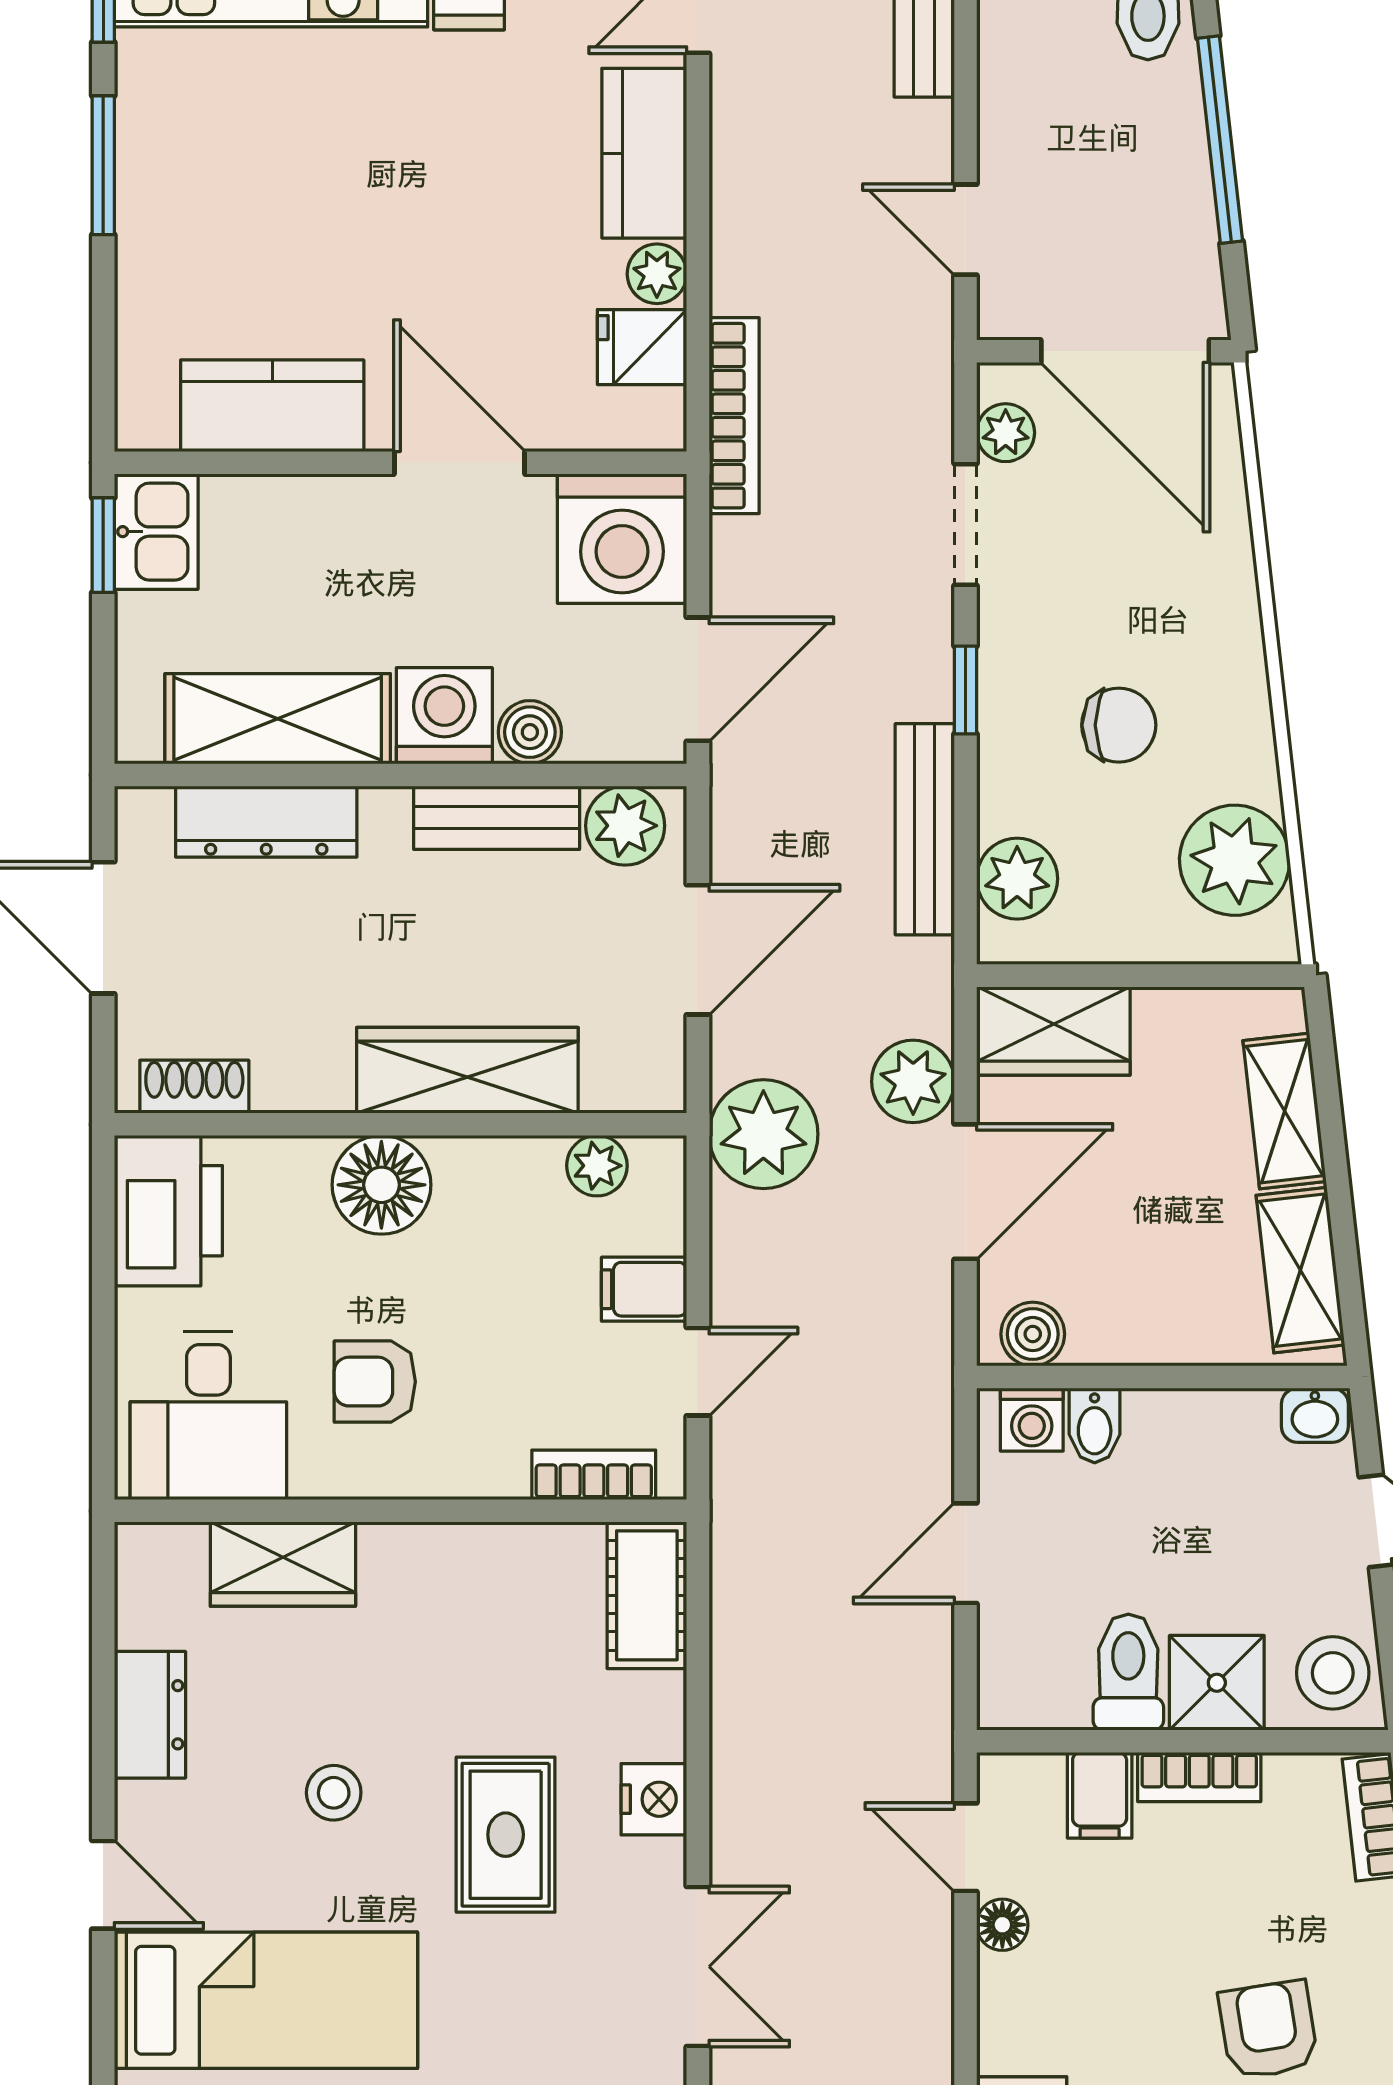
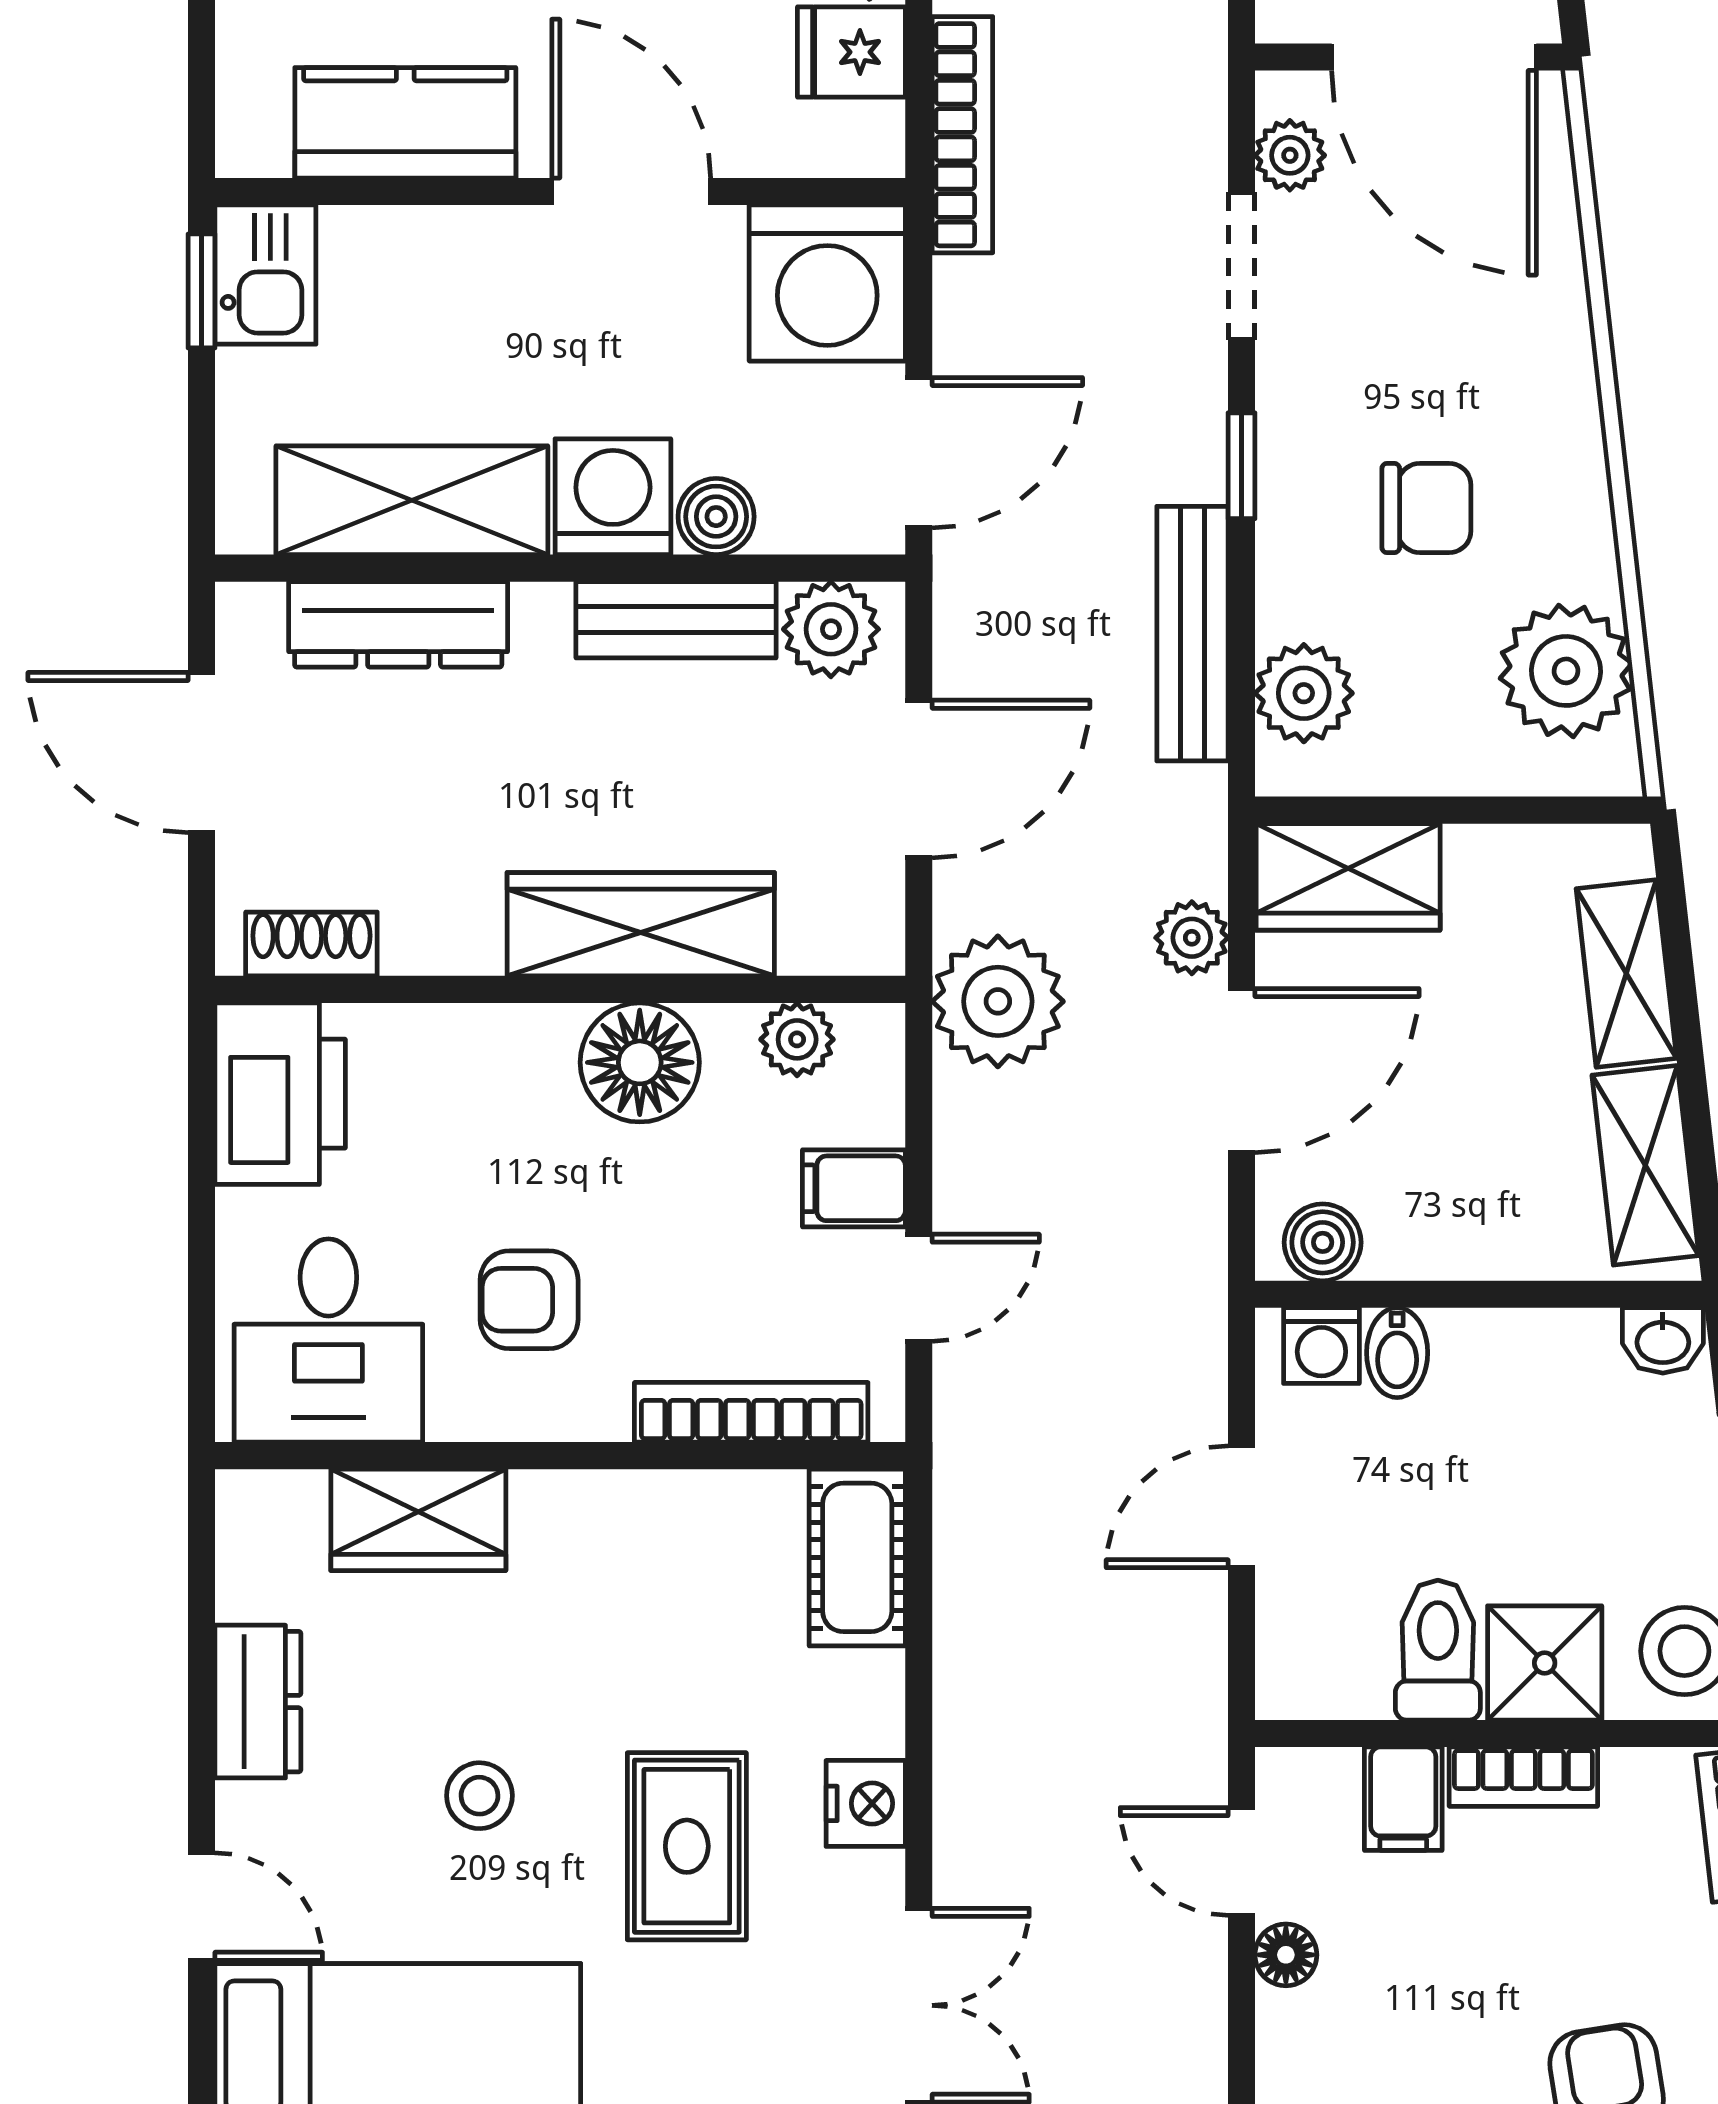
plant: (913, 1081) -> (1192, 938), width x0.73, depth x0.73
floor lamp: (381, 1185) -> (640, 1062), moved
bookcase: (594, 1475) -> (751, 1412), width x1.56

